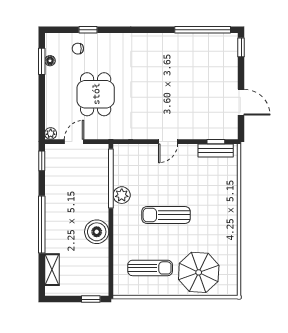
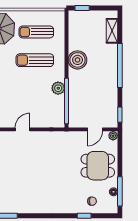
window: (42, 61) -> (120, 191), width x1.44
dining table: (96, 94) -> (98, 166), moved, turned 90
sun lounger: (166, 215) -> (35, 60), moved, turned 180

